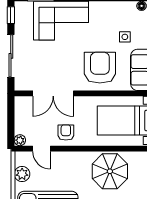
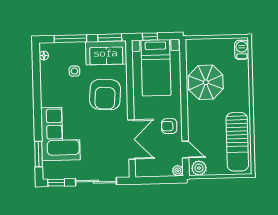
armchair: (100, 68) -> (105, 95), turned -86
door: (41, 149) -> (185, 149), hinge flipped
plant: (22, 174) -> (199, 168), moved

